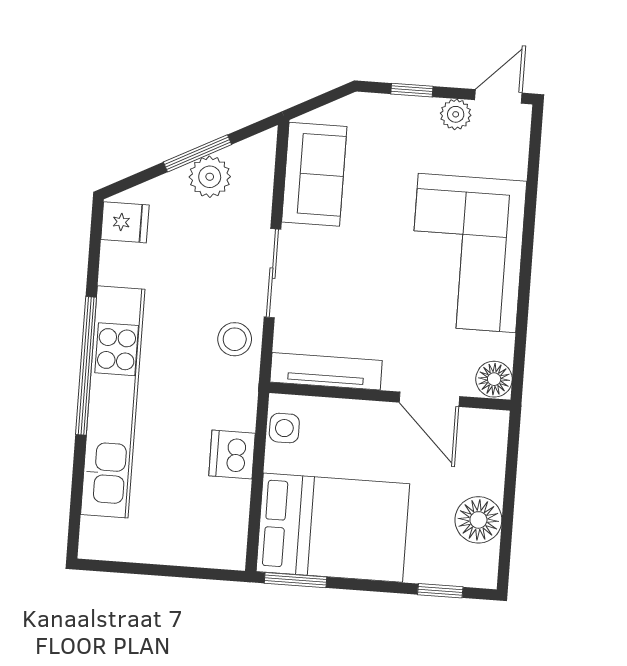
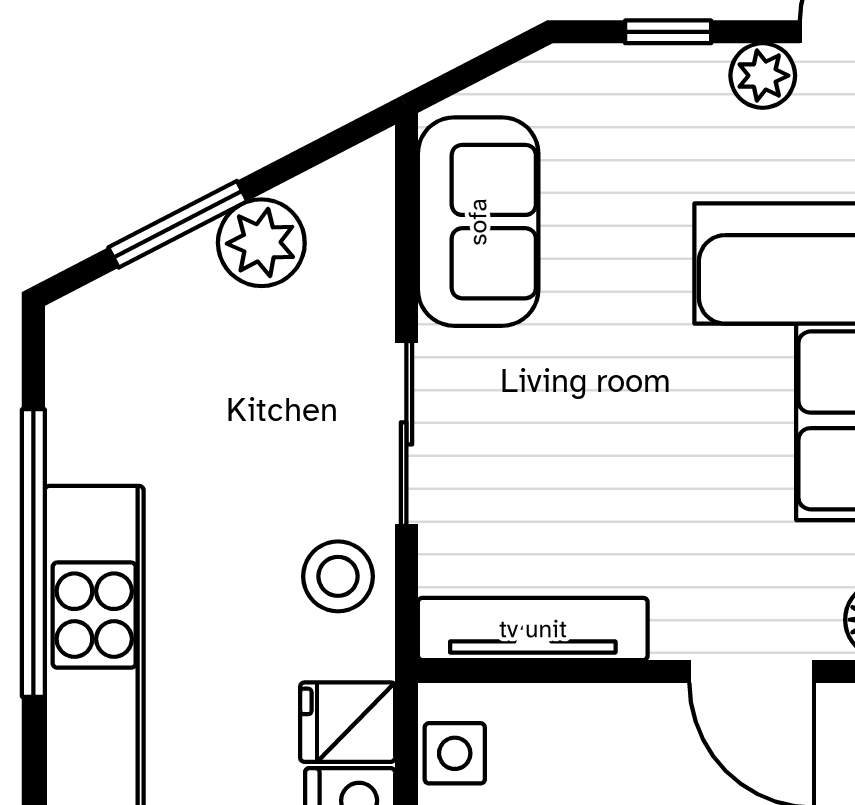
window: (198, 153) -> (178, 224), moved
fridge: (125, 222) -> (348, 722), moved, turned 180
window: (86, 366) -> (33, 553), moved

